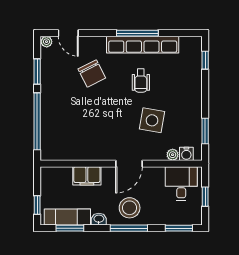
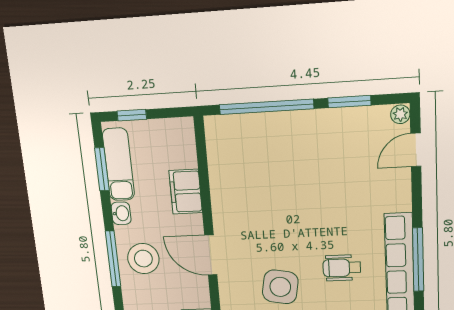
chair: (92, 73) -> (350, 191), removed

